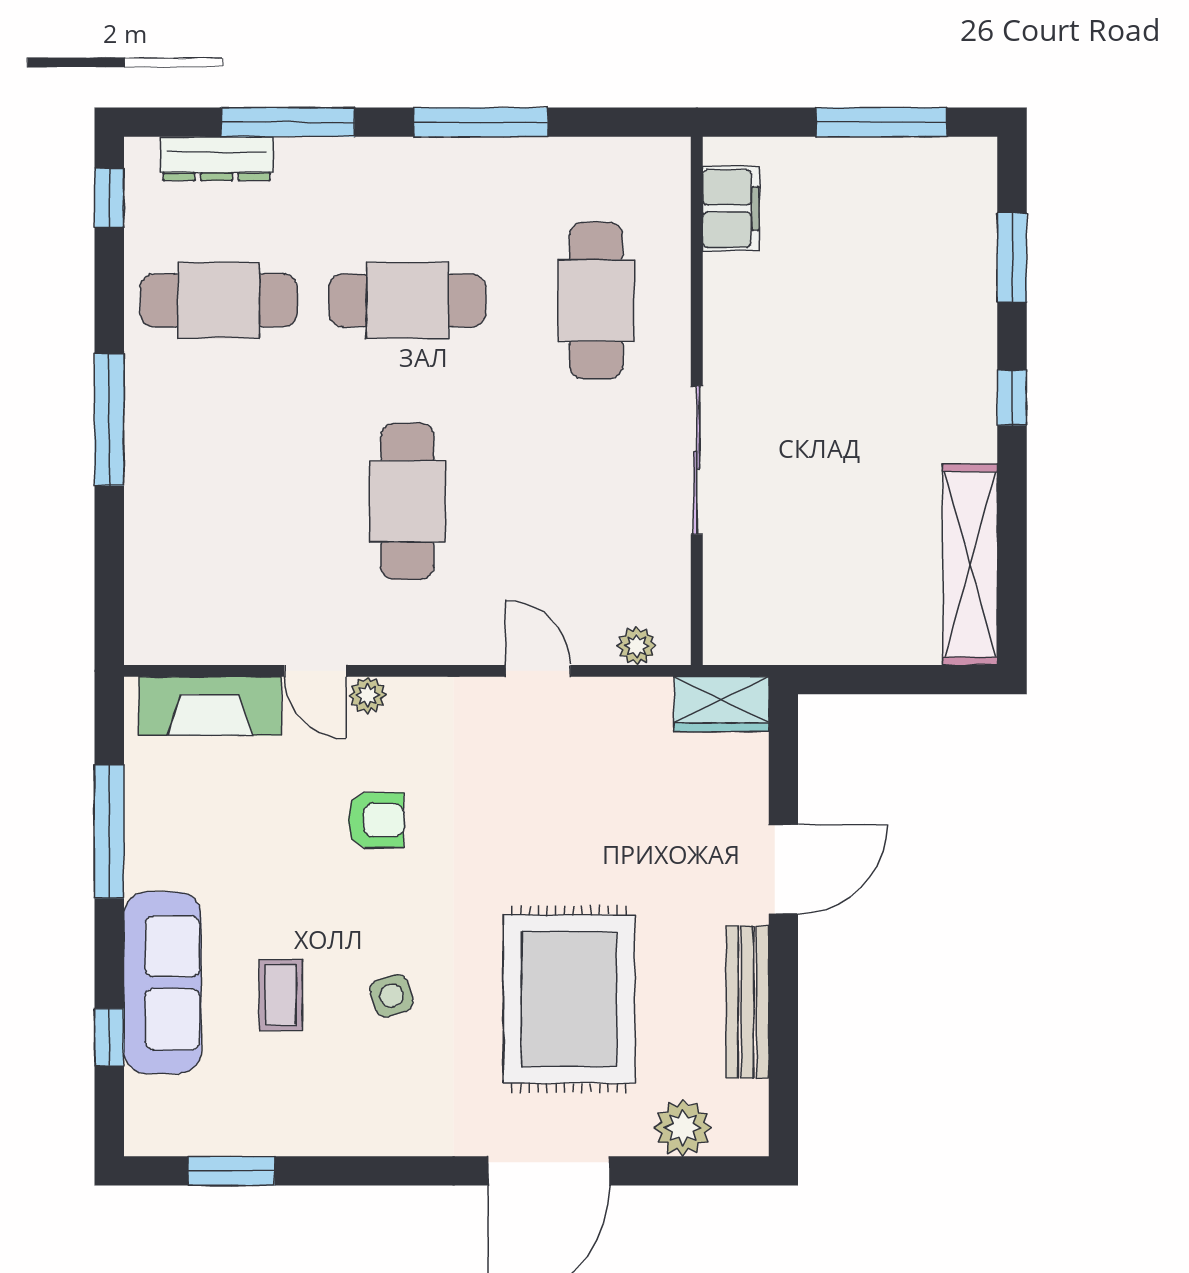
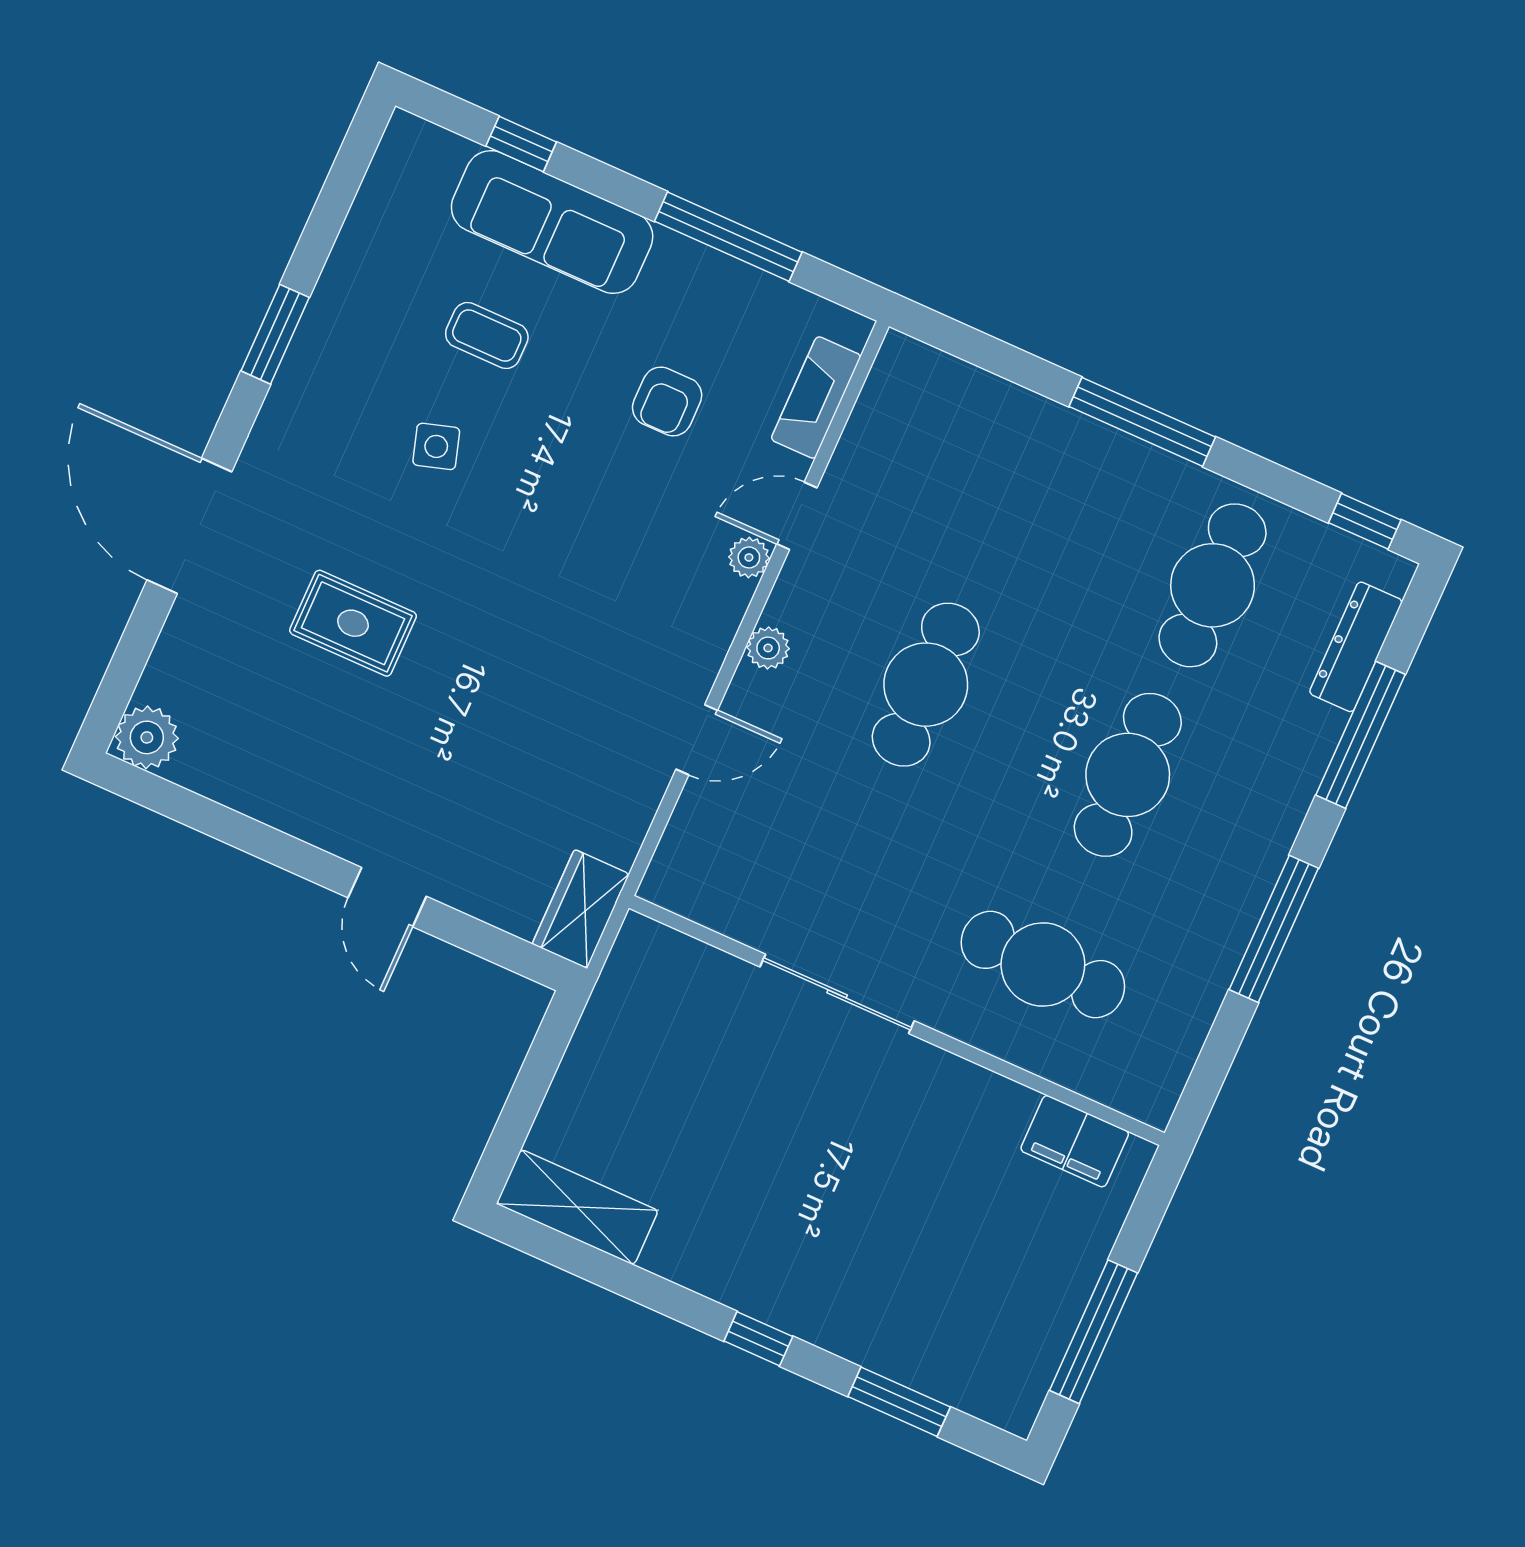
cafe table: (407, 501) -> (926, 685), turned 90
shelving: (970, 564) -> (577, 1207), width x0.68
plant: (637, 646) -> (768, 648), moved
fireplace: (210, 706) -> (816, 397), width x0.73, depth x0.76
armchair: (376, 820) -> (667, 401), moved
door: (783, 869) -> (387, 897), width x0.73
rug: (569, 999) -> (353, 623), width x0.54, depth x0.49
bench: (747, 1002) -> (270, 801), removed
plant: (683, 1128) -> (147, 737), moved
window: (231, 1171) -> (275, 334), moved

